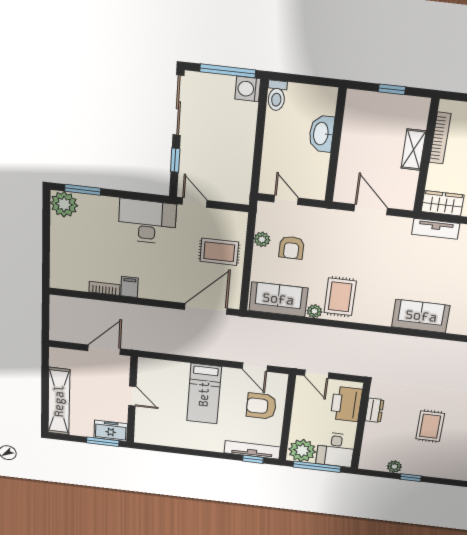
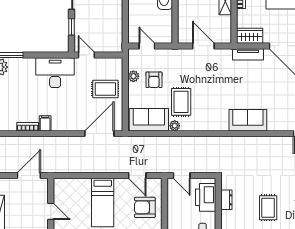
rug: (340, 297) -> (181, 102), moved

